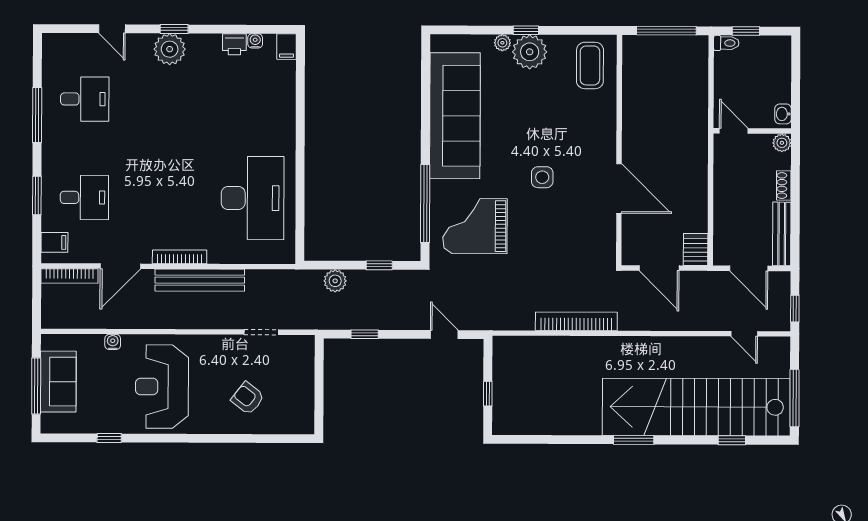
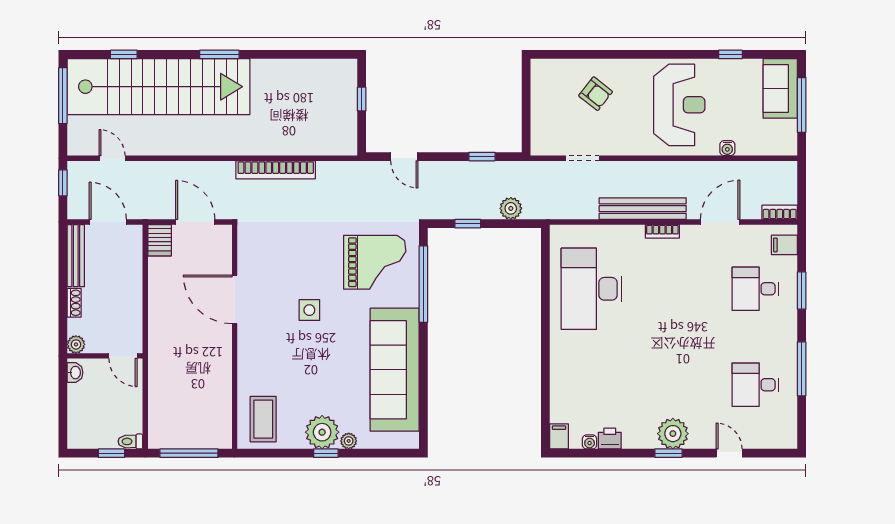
bookcase: (180, 257) -> (662, 231), width x0.64
bookcase: (69, 276) -> (780, 212), width x0.64
sofa: (58, 382) -> (780, 88), moved

